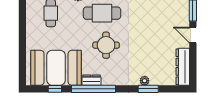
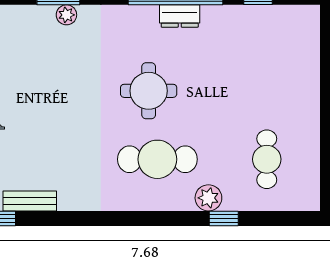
booth: (56, 68) -> (255, 42), removed

